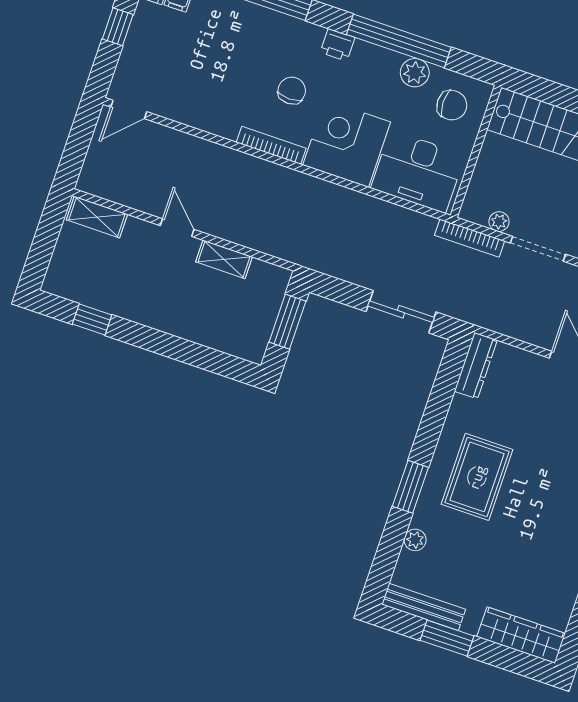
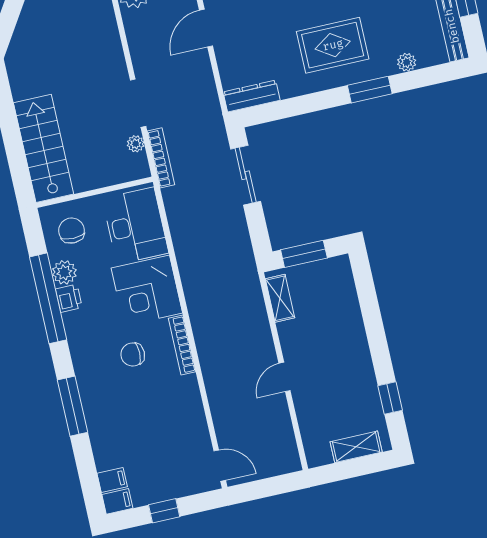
printer: (338, 45) -> (69, 298), moved
shelving: (97, 217) -> (356, 447), moved, turned 90
shelving: (224, 259) -> (280, 298), moved

